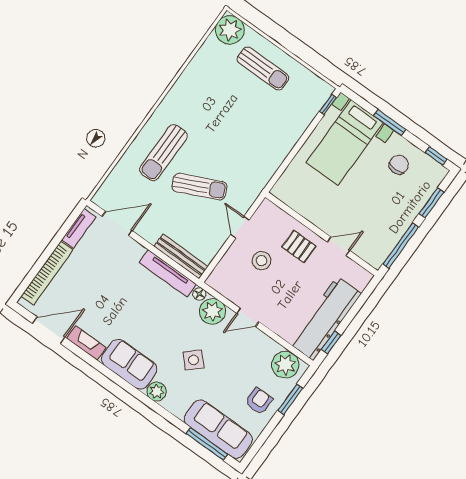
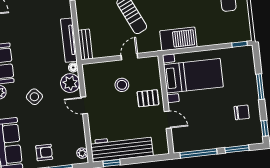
bed with nightstands: (345, 143) -> (193, 76), moved, turned 180
barbecue: (267, 162) -> (178, 39), added
pallet: (299, 247) -> (148, 98), turned 90
bench: (181, 256) -> (85, 44), width x0.73
plant: (285, 365) -> (82, 153), width x0.53, depth x0.53

